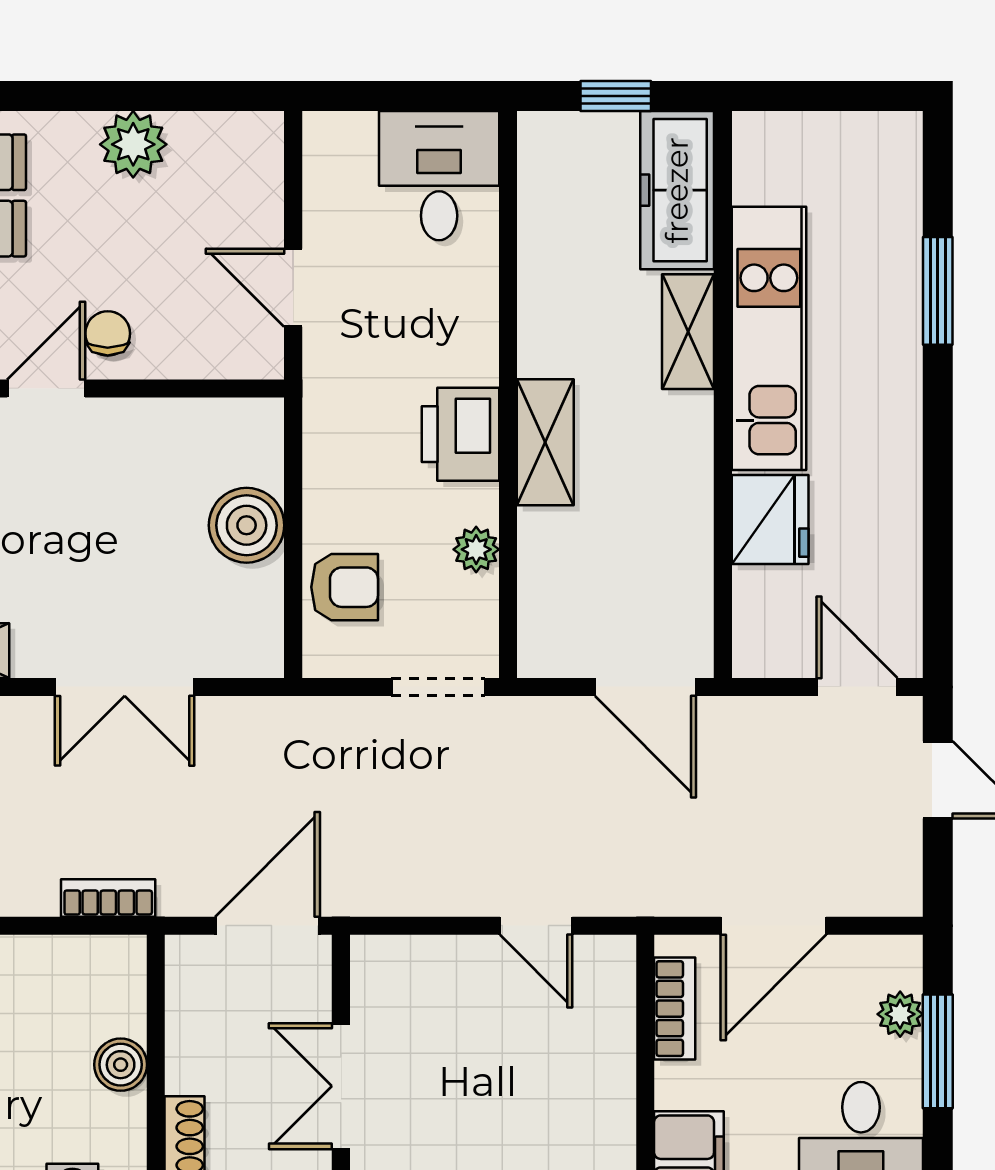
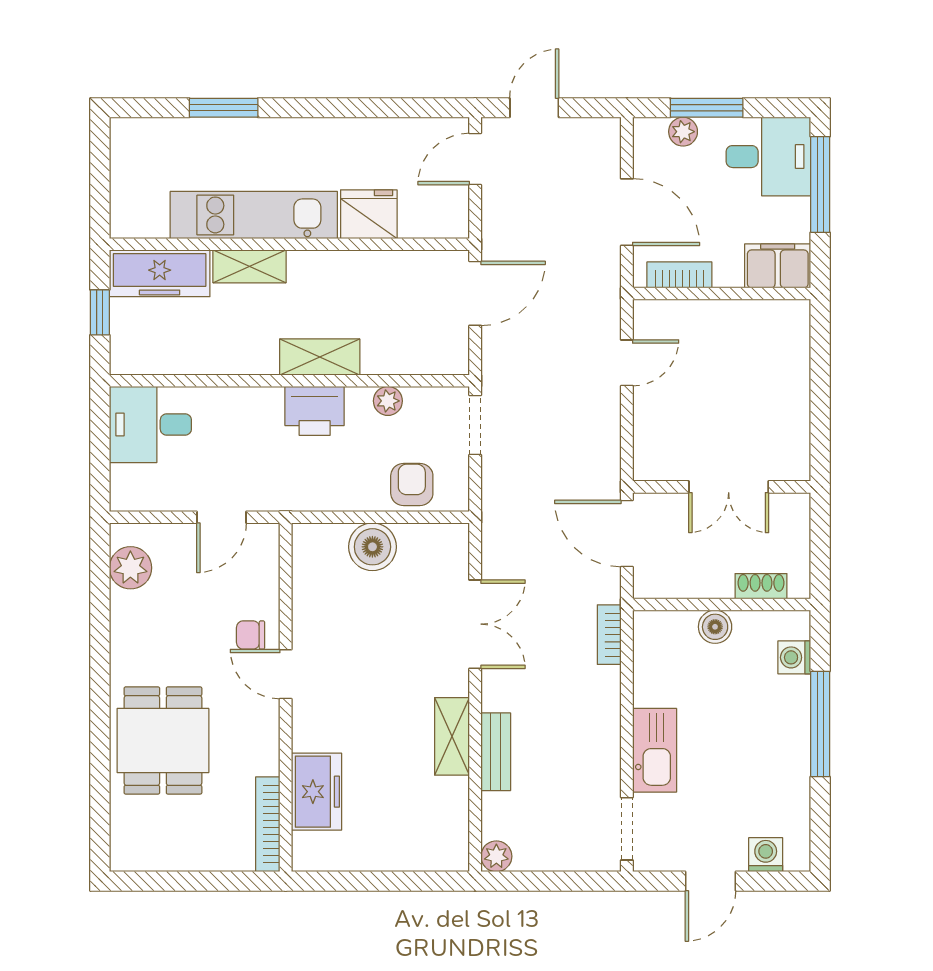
plant: (133, 144) -> (130, 568), moved

